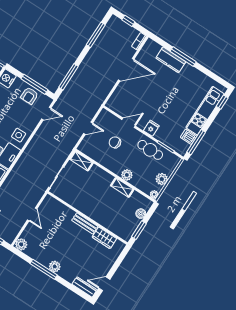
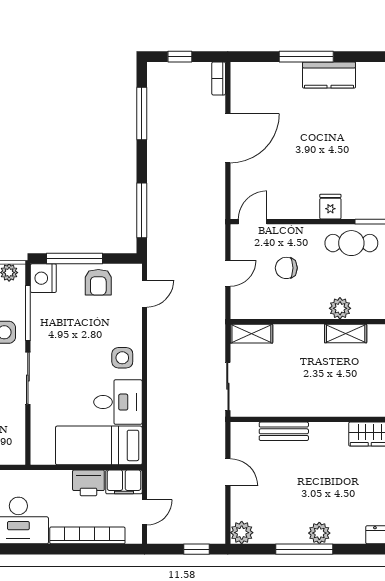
kitchen counter: (171, 60) -> (329, 75), moved
window: (34, 84) -> (75, 259), moved
door: (129, 123) -> (253, 222), moved
bench: (85, 223) -> (284, 431), moved

